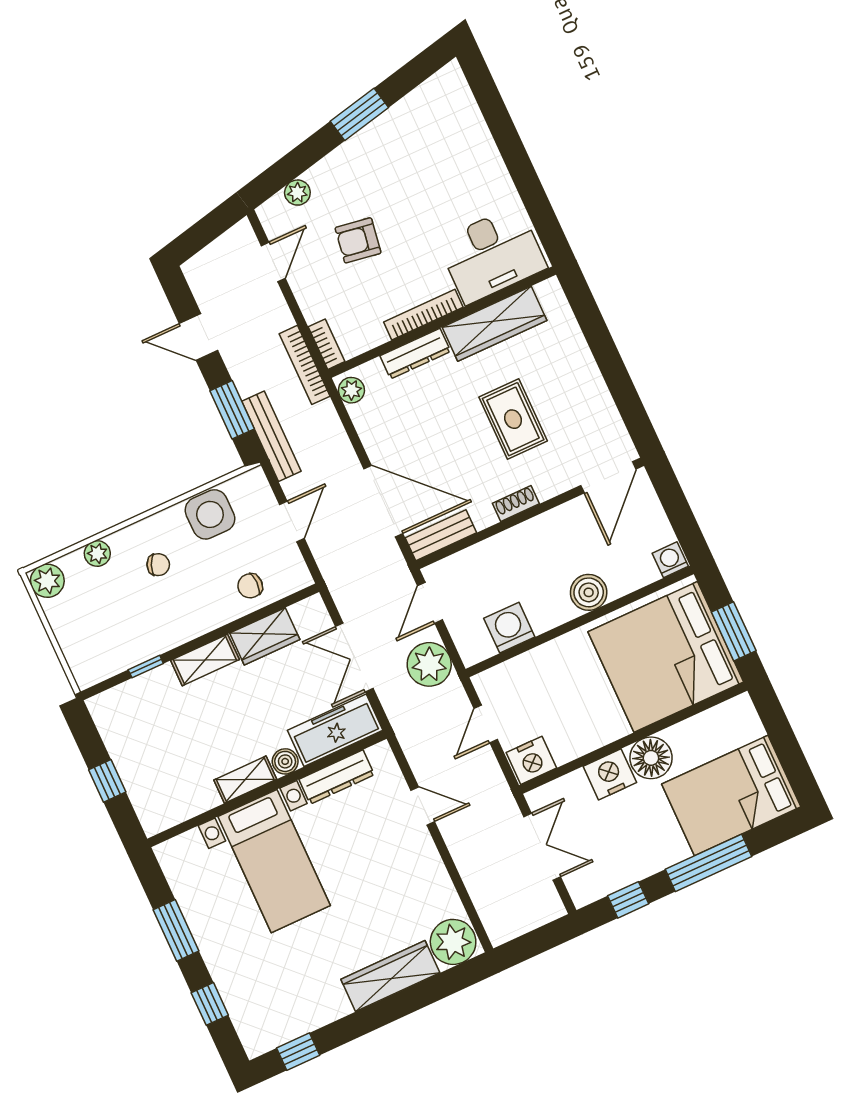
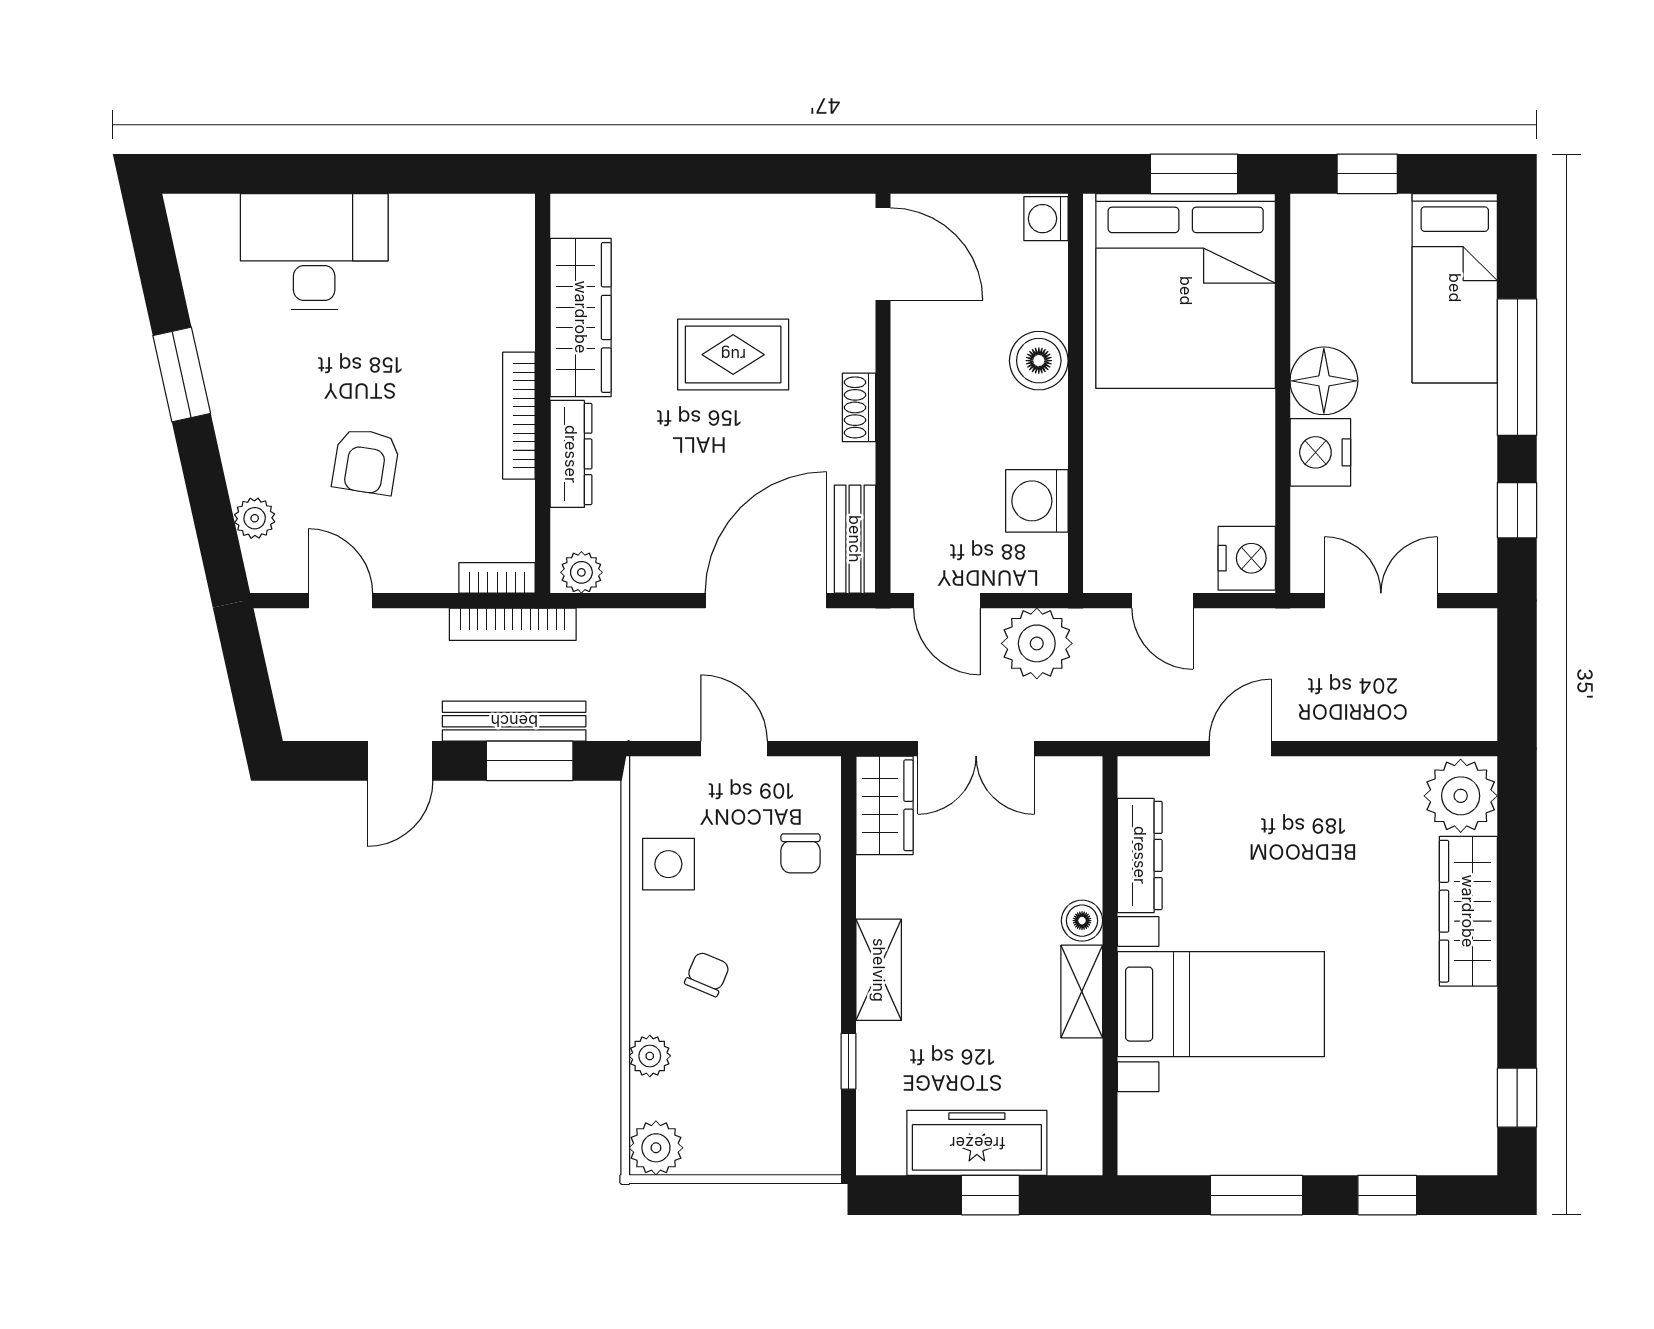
desk: (492, 255) -> (314, 252), moved, turned -90
bench: (271, 436) -> (514, 721), moved
side table: (210, 514) -> (668, 864), width x0.73, depth x0.73
wardrobe: (265, 636) -> (884, 805), moved
window: (778, 729) -> (1367, 174), added
freezer: (335, 730) -> (977, 1143), moved, turned 90
bed: (731, 795) -> (1455, 288), width x0.67

